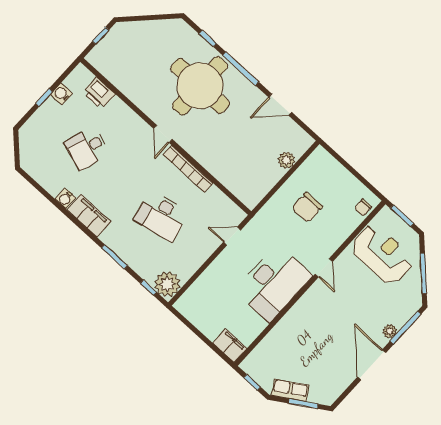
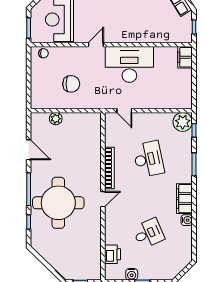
desk: (87, 148) -> (148, 233), turned -42

